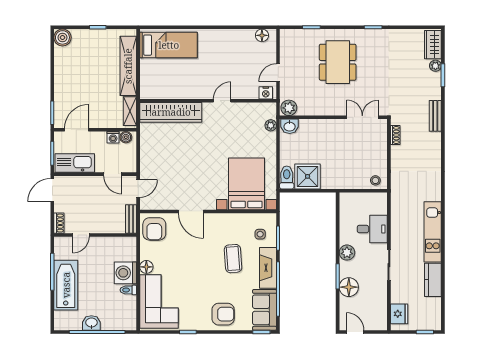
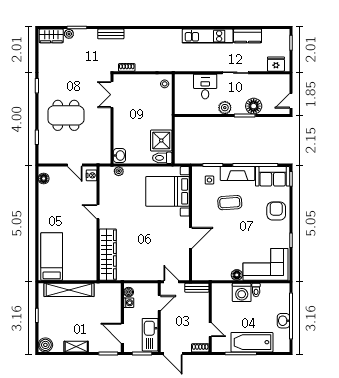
plant: (289, 108) -> (104, 156), removed
shelving: (130, 111) -> (76, 347), moved
armchair: (154, 229) -> (205, 268), removed

